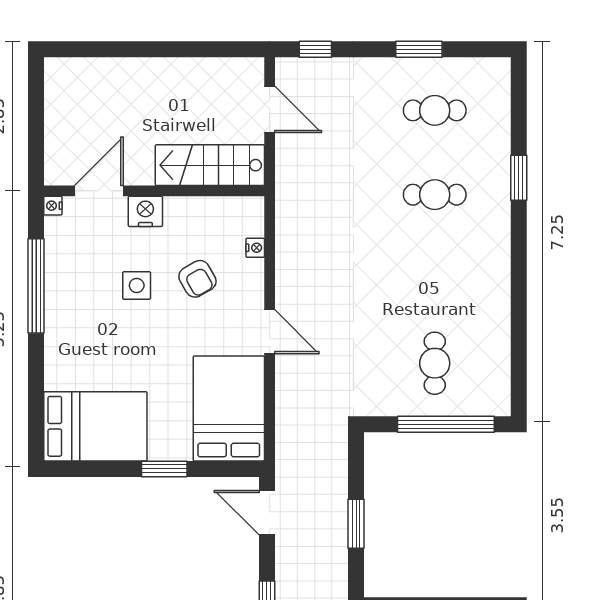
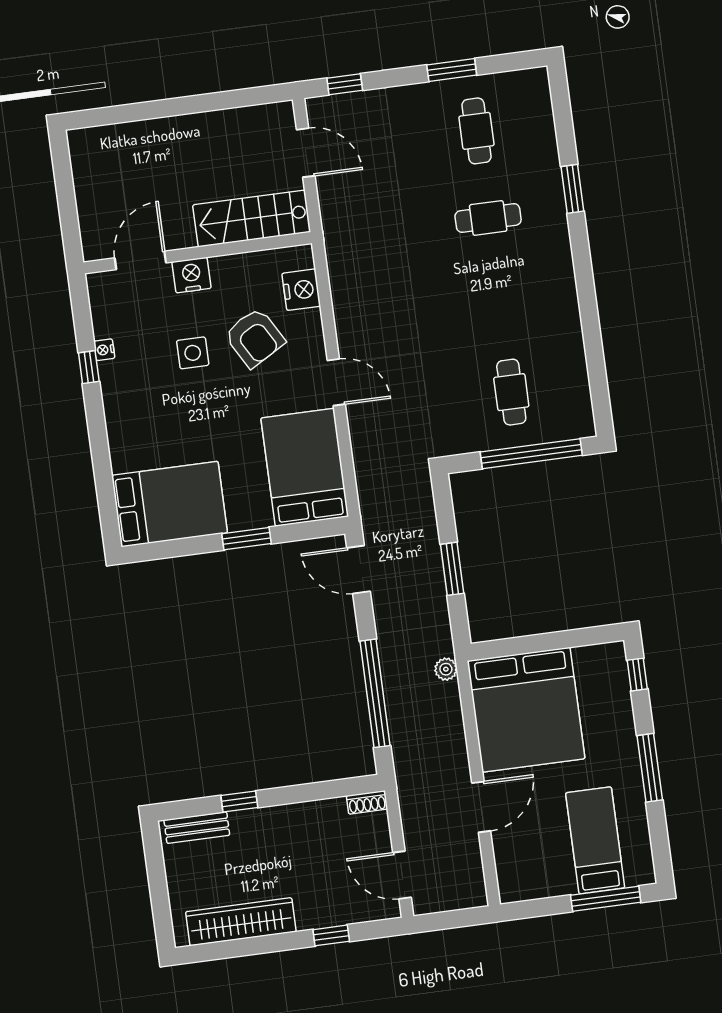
cafe table: (435, 110) -> (476, 131), turned 90
nightstand: (53, 206) -> (104, 350), moved
nightstand: (255, 248) -> (301, 290), width x1.89, depth x1.79
armchair: (197, 279) -> (255, 338), width x1.38, depth x1.38
window: (36, 286) -> (89, 367), width x0.32

